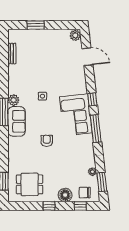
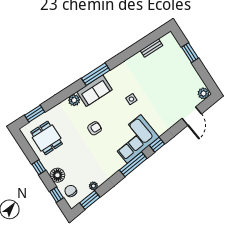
plant: (14, 100) -> (74, 100), moved

